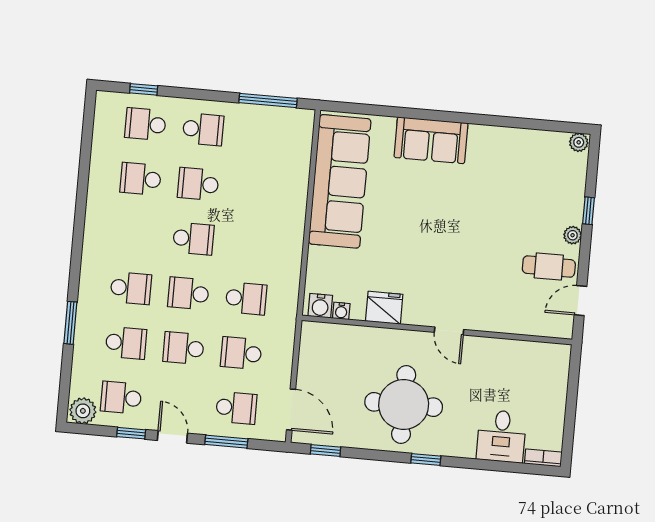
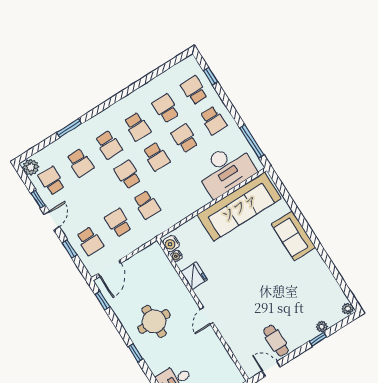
desk: (279, 162) -> (226, 170), added
plant: (573, 235) -> (322, 327), moved
school desk: (184, 348) -> (137, 127), moved, turned 180
round table: (404, 405) -> (154, 321), width x0.73, depth x0.73
window: (226, 442) -> (70, 249), width x0.67

